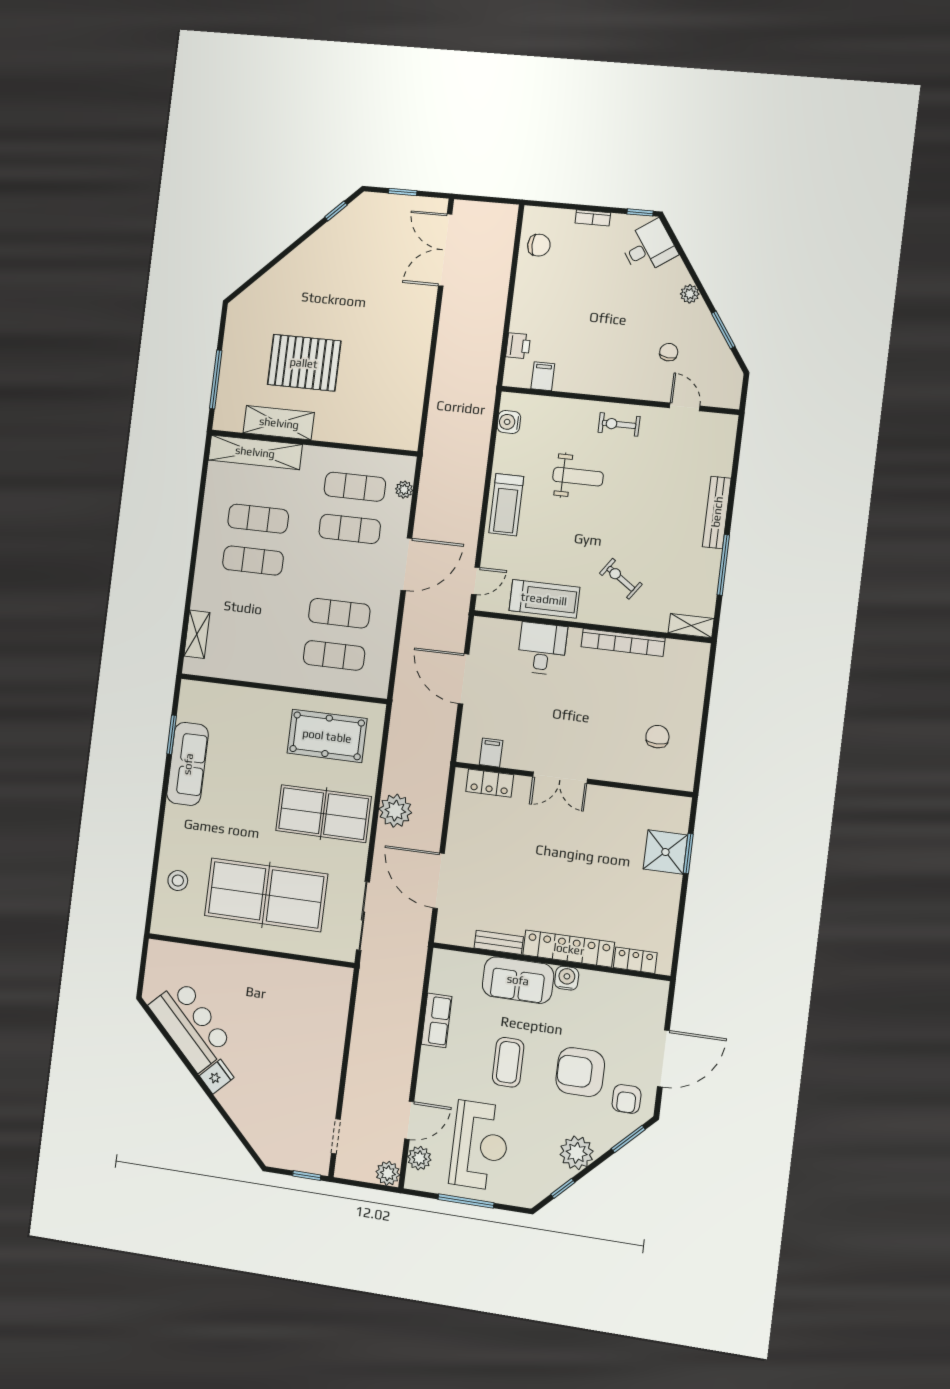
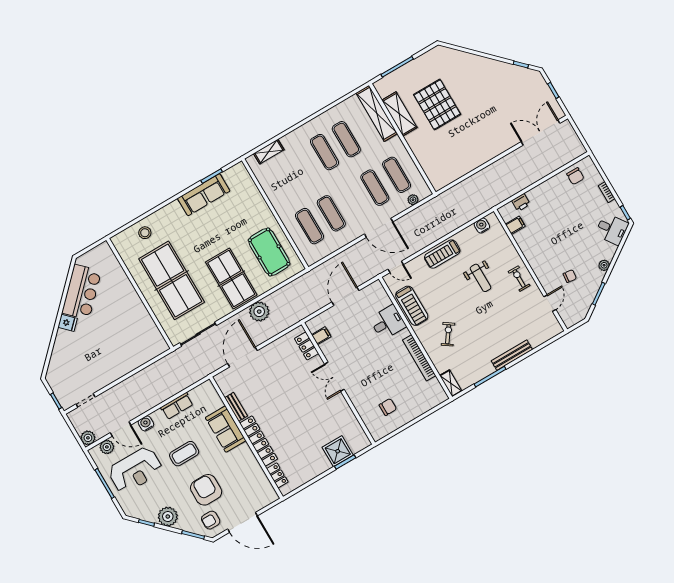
water cooler: (567, 978) -> (146, 423), moved, turned -90

